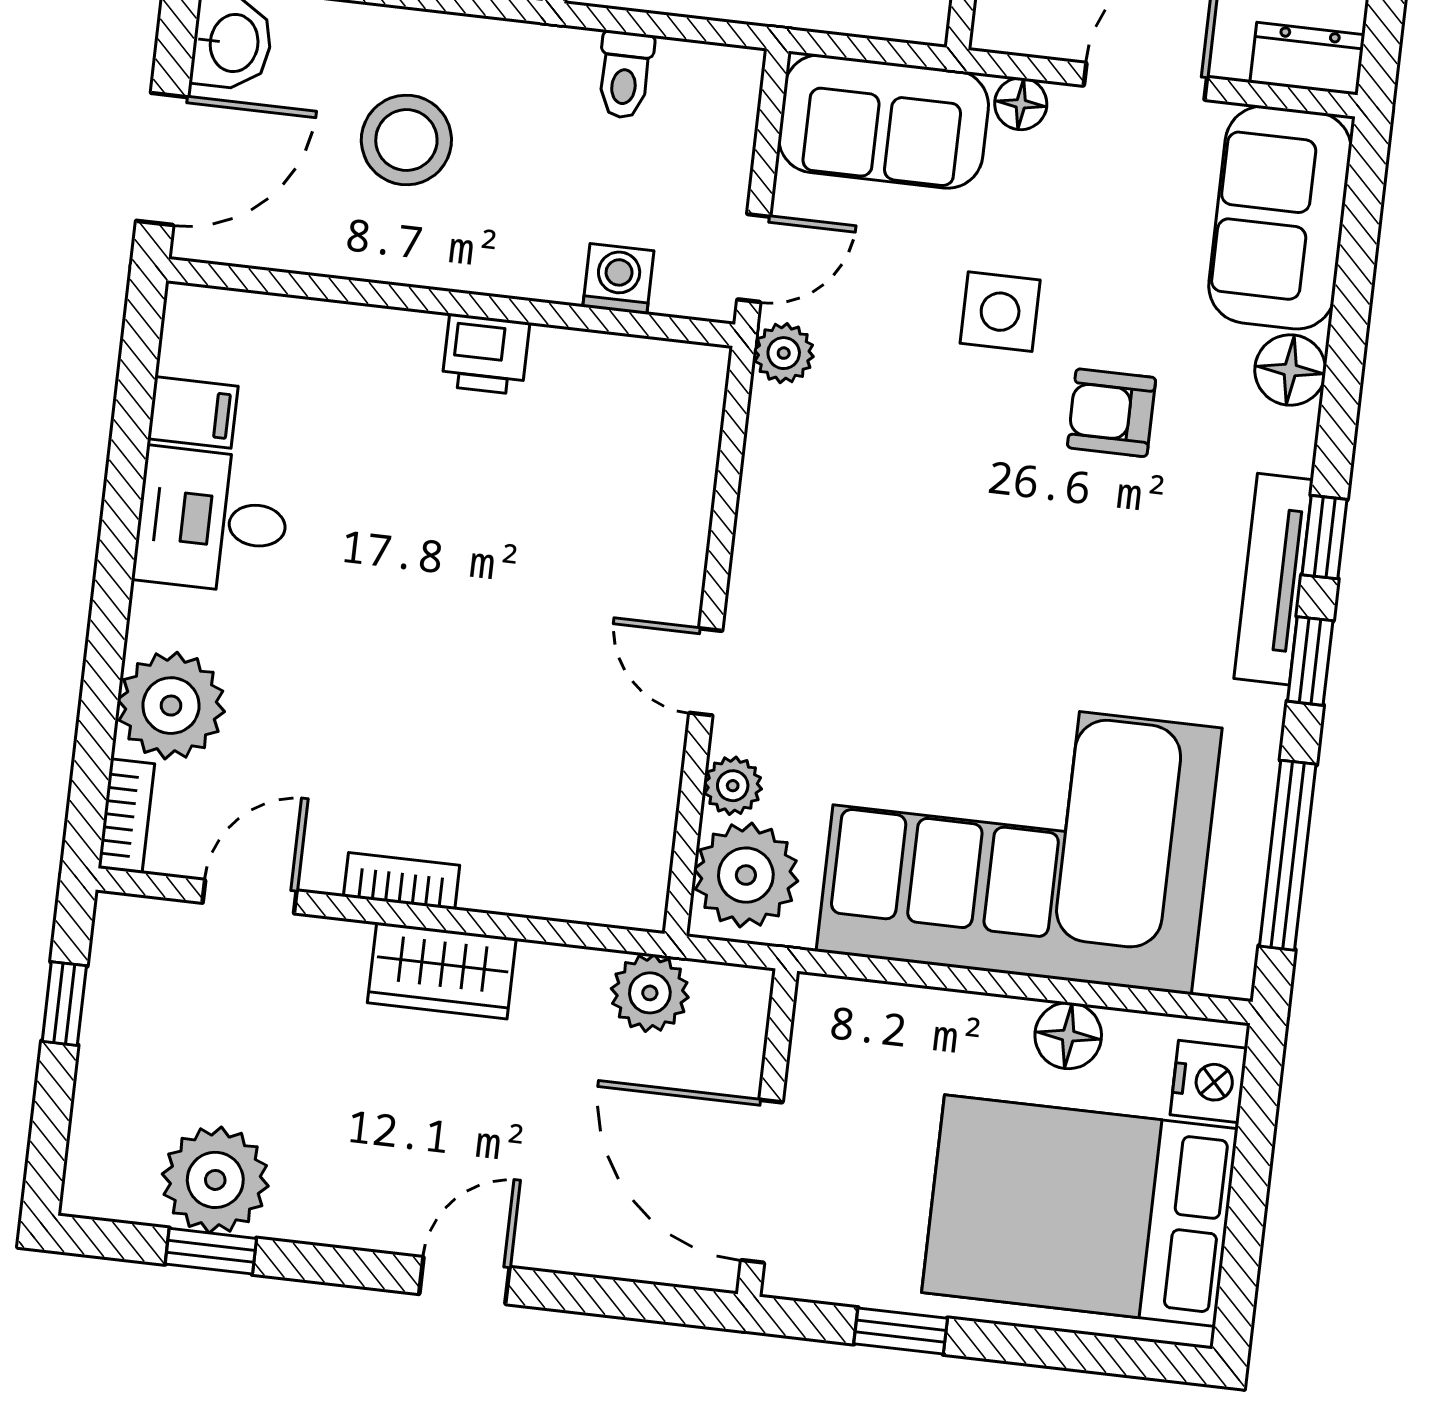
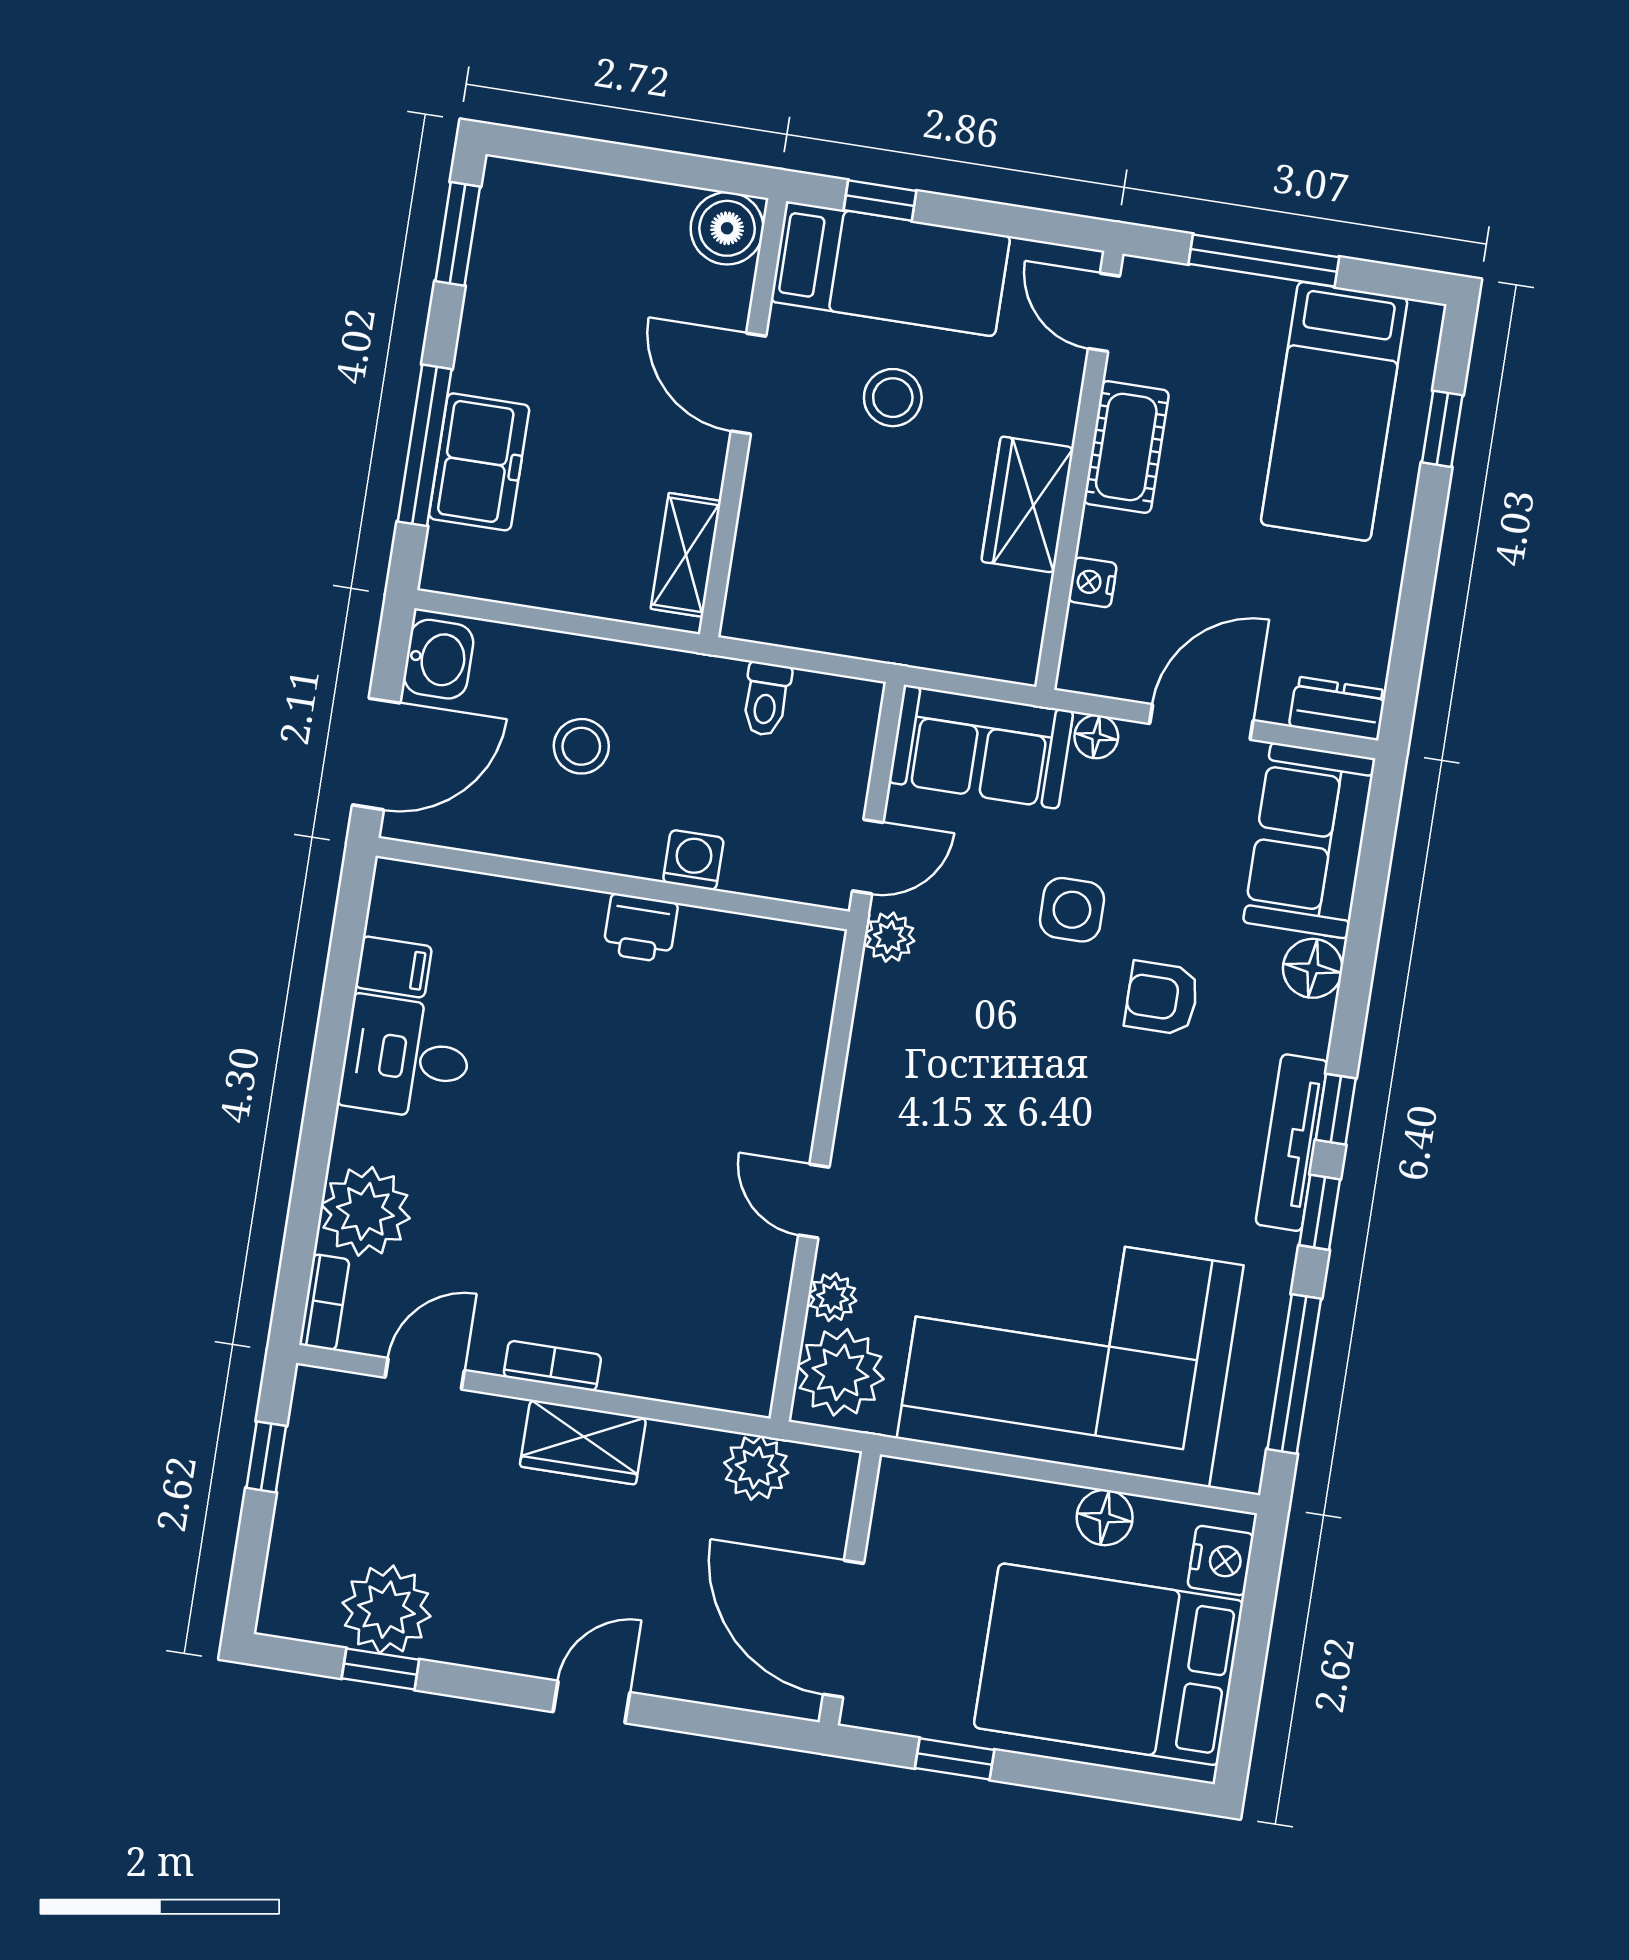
stool: (406, 140) -> (581, 746), width x0.73, depth x0.73
washing machine: (618, 279) -> (693, 860), moved

